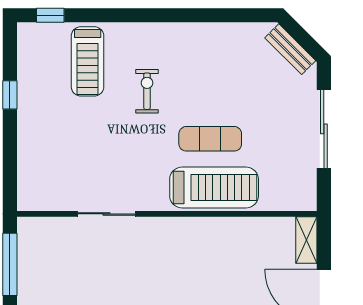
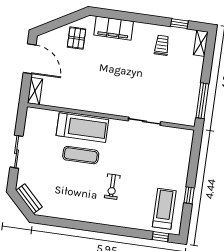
treadmill: (88, 61) -> (164, 209), moved
sliding door: (324, 129) -> (17, 152), width x0.73
treadmill: (214, 187) -> (82, 128), turned 180

